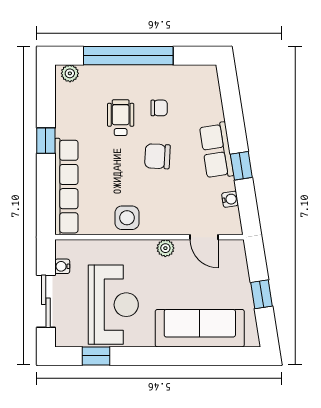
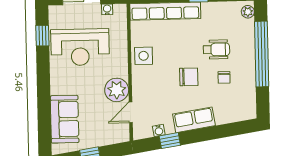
chair: (157, 156) -> (189, 77), turned 87
window: (241, 166) -> (170, 141), moved
plant: (165, 248) -> (117, 90), width x1.87, depth x1.87
sofa: (200, 328) -> (65, 119), width x0.73

